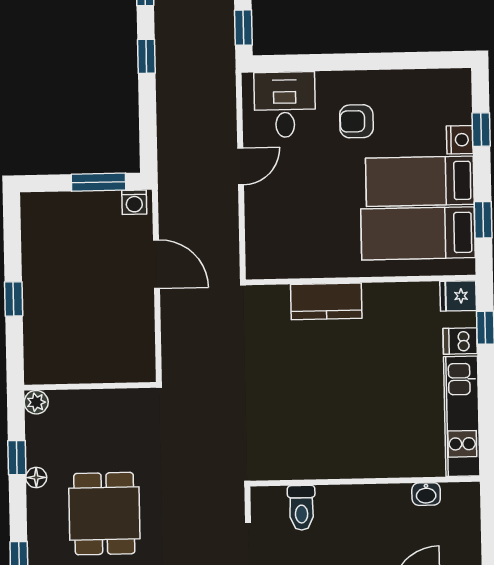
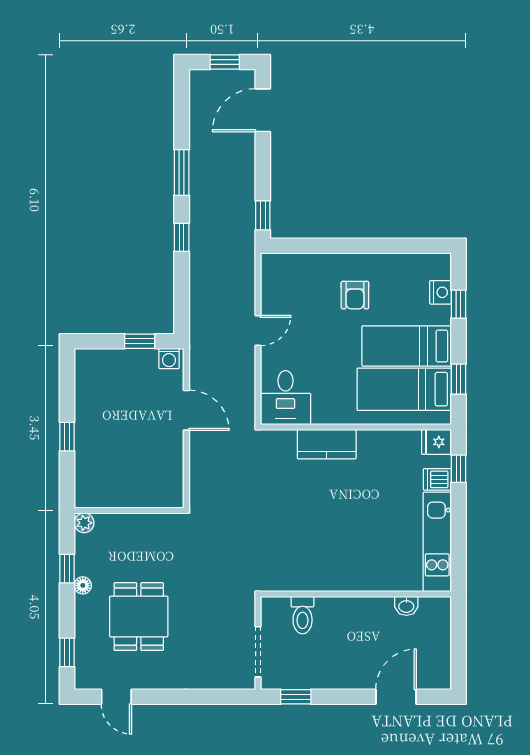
desk: (285, 105) -> (285, 398), moved, turned 180
armchair: (356, 121) -> (355, 295), turned -90
nightstand: (460, 140) -> (440, 292), moved
window: (99, 182) -> (140, 341), width x0.67

